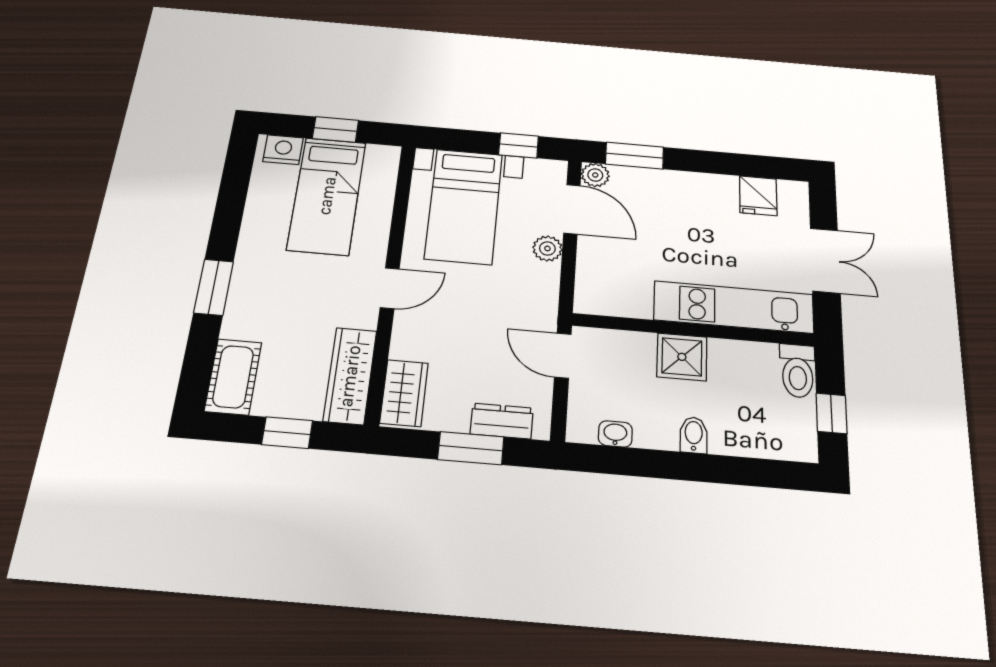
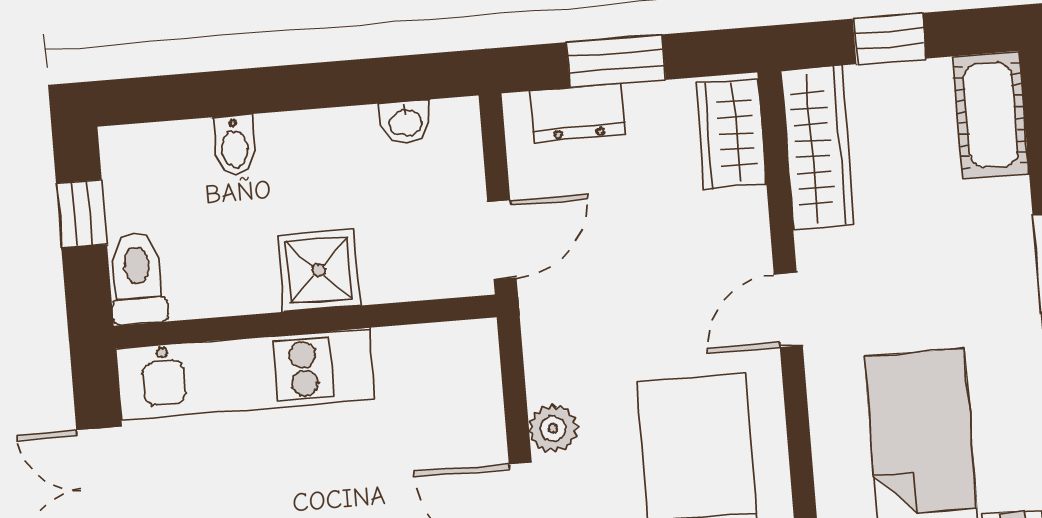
door: (563, 356) -> (502, 240), hinge flipped
bidet: (694, 435) -> (234, 145), moved

